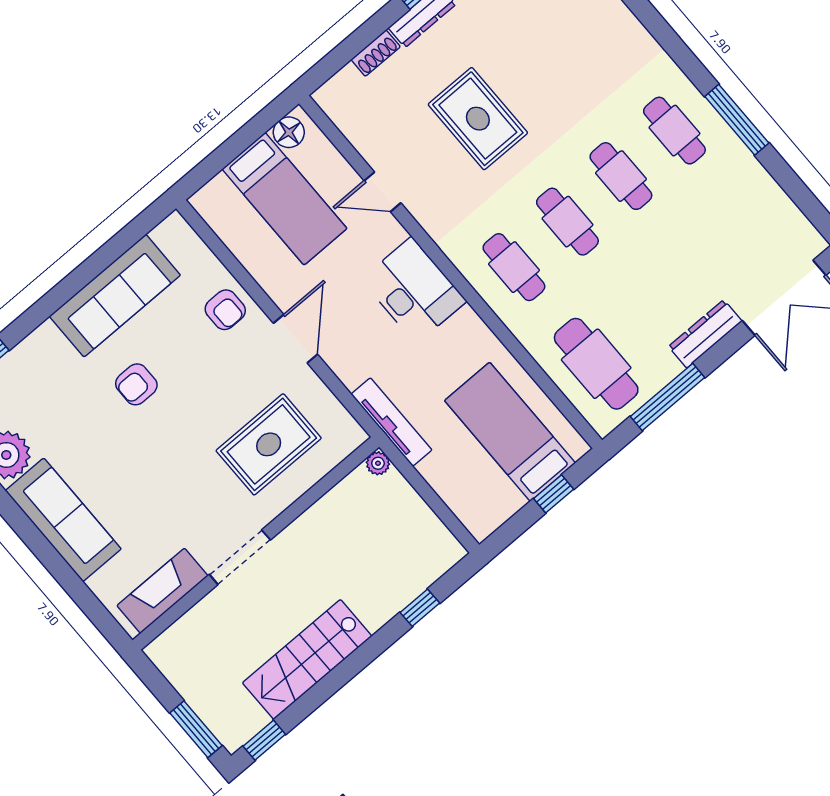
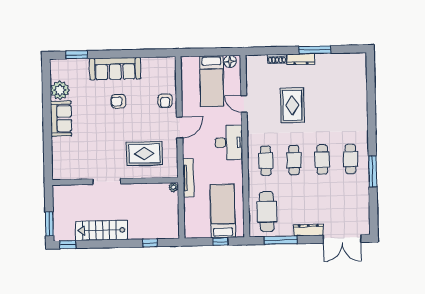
sofa: (115, 296) -> (115, 69), moved
sofa: (63, 520) -> (61, 119), width x0.73
fireplace: (163, 591) -> (74, 172), removed

